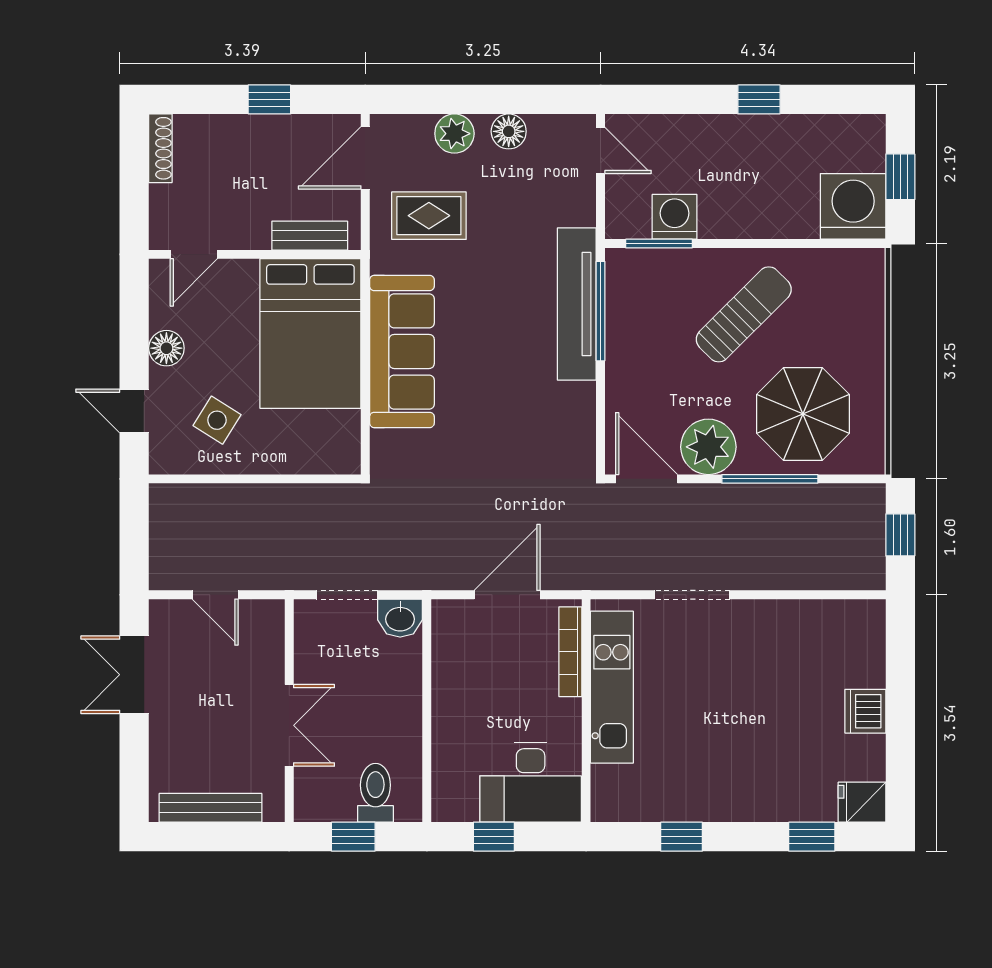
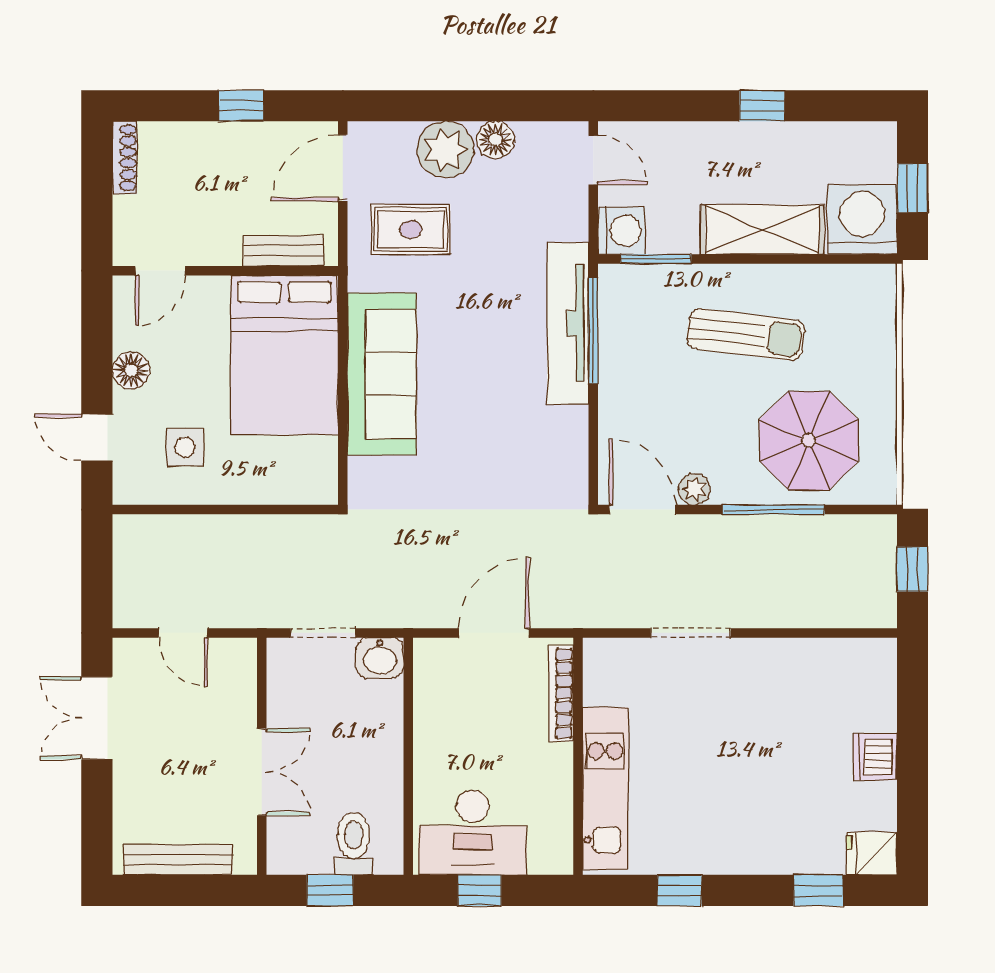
plant: (454, 134) -> (445, 150), width x1.36, depth x1.36
shelving: (759, 216) -> (762, 230), added
washing machine: (675, 217) -> (622, 231), moved, turned 90
sun lounger: (744, 314) -> (746, 334), turned 52
side table: (217, 420) -> (185, 447), turned -32
plant: (708, 447) -> (694, 489), width x0.53, depth x0.53
kitchen unit: (612, 687) -> (605, 788), moved
desk: (531, 782) -> (473, 832), moved

